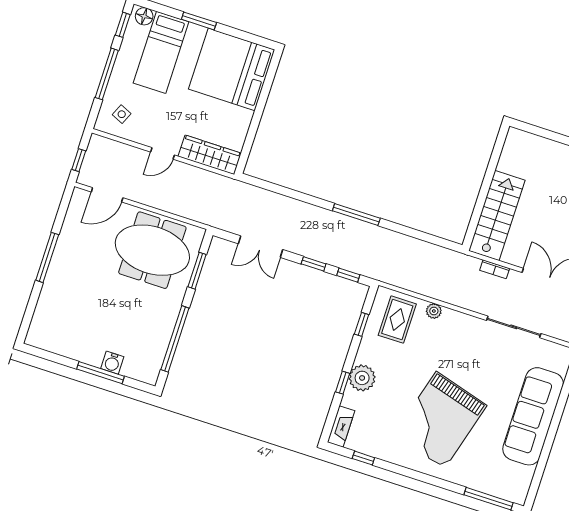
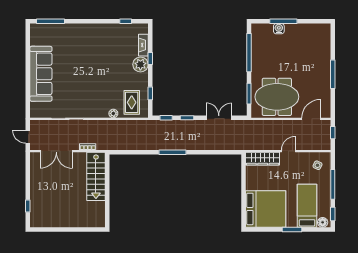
grand piano: (440, 420) -> (91, 55), removed
fireplace: (341, 427) -> (143, 45), moved

